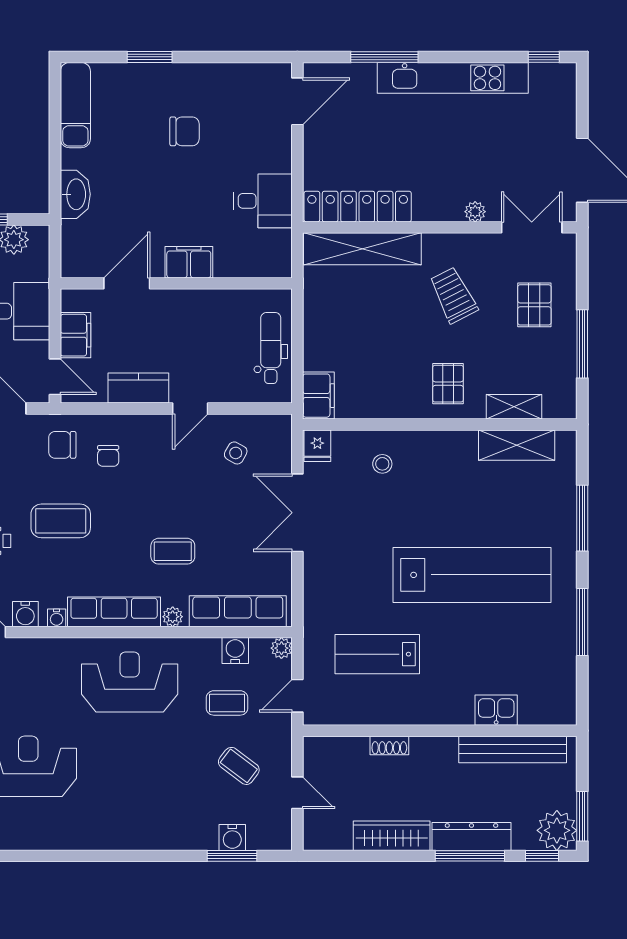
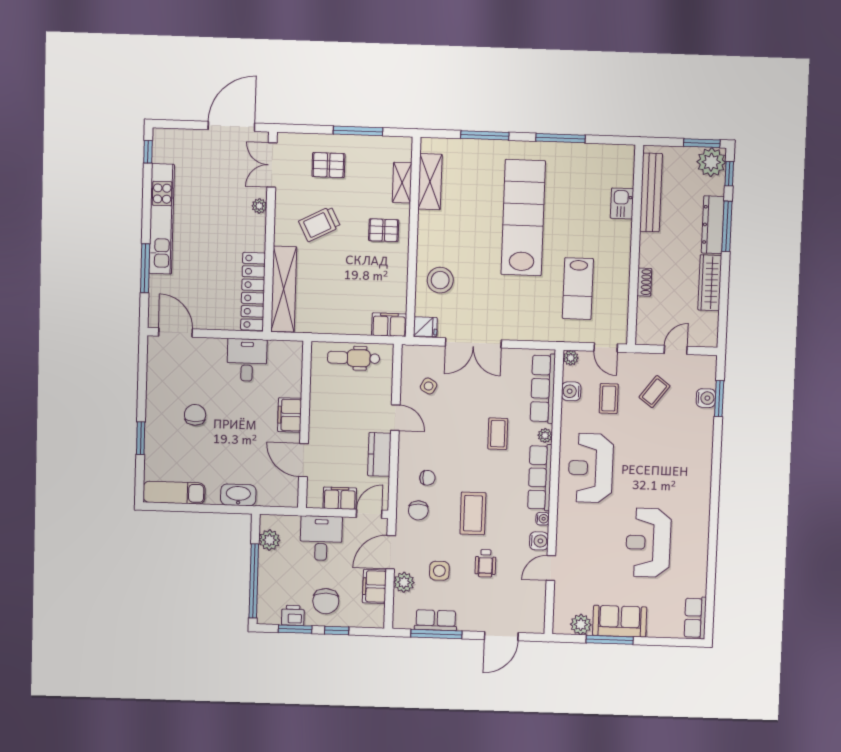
stool: (382, 464) -> (440, 280), width x1.89, depth x1.89

